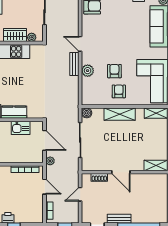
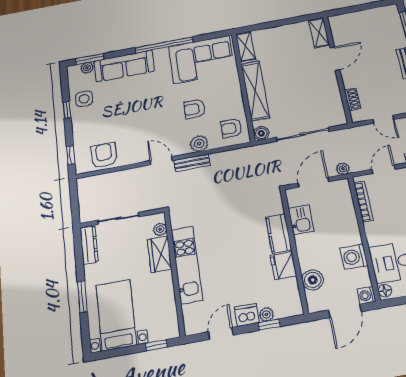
door: (80, 44) -> (161, 161), swing flipped
armchair: (119, 91) -> (231, 128), moved
shelving: (120, 114) -> (255, 91), width x1.47
door: (121, 172) -> (335, 59), moved

